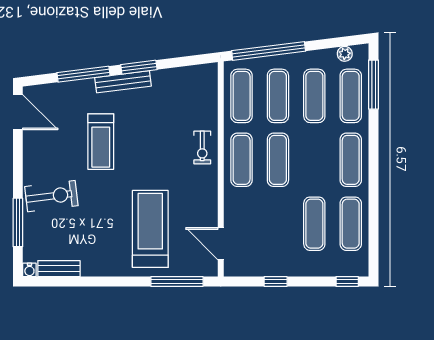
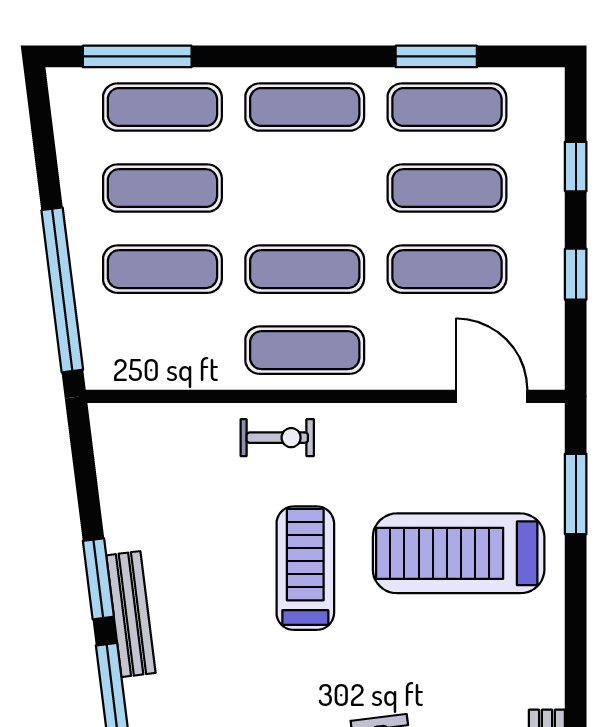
plant: (345, 54) -> (69, 120), removed
exercise mat: (242, 96) -> (447, 269), moved
treadmill: (101, 142) -> (305, 568), moved, turned -90
window: (373, 219) -> (436, 56), added
door: (221, 244) -> (492, 396), swing flipped
window: (177, 282) -> (576, 494), width x0.69
window: (347, 282) -> (576, 167), moved

